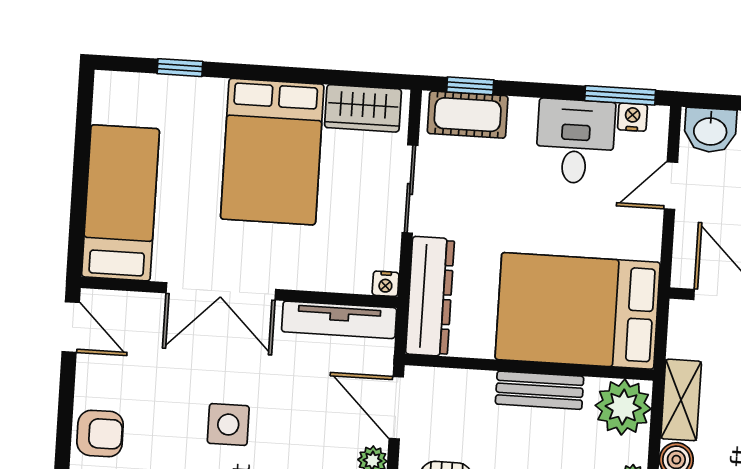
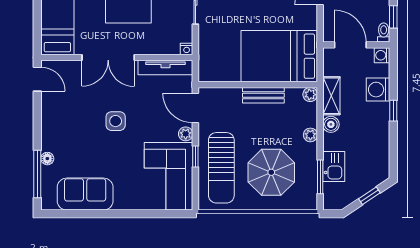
dresser: (430, 296) -> (208, 54), removed
plant: (623, 407) -> (310, 95), width x0.53, depth x0.53
armchair: (100, 433) -> (55, 129), removed

